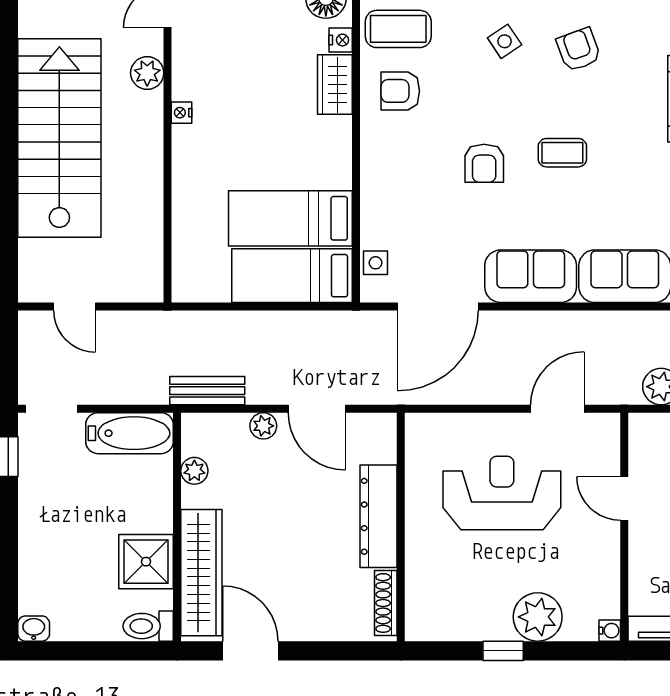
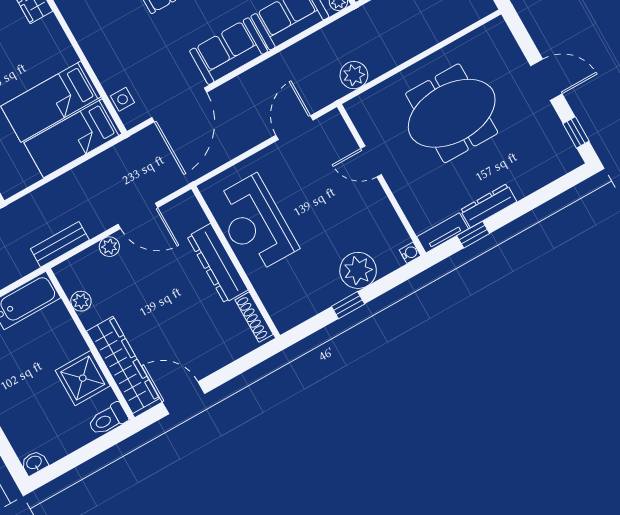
reception desk: (502, 493) -> (255, 224), moved, turned -90

